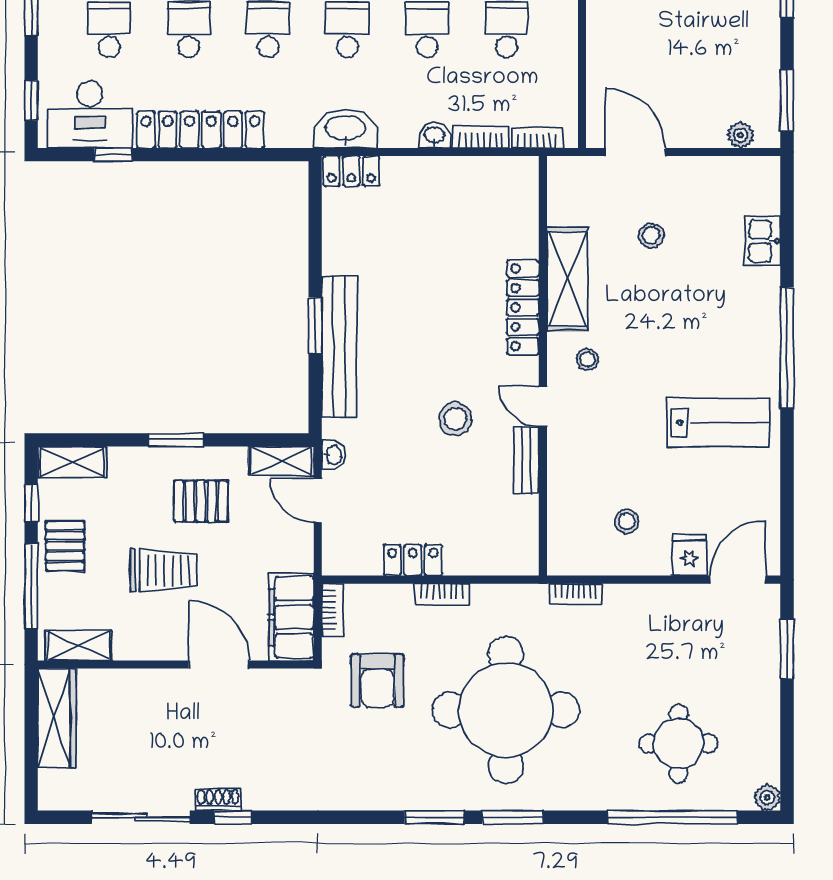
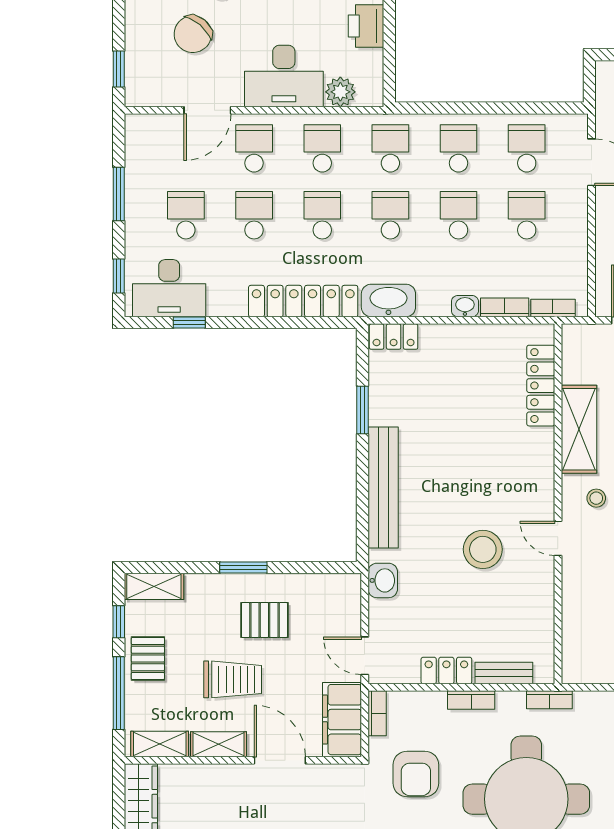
locker: (200, 130) -> (303, 301), moved
locker: (523, 307) -> (541, 386), moved
window: (315, 325) -> (362, 410), moved
stool: (455, 419) -> (483, 549), width x1.38, depth x1.38
washbasin: (333, 455) -> (383, 580), width x1.38, depth x1.45
bench: (526, 460) -> (504, 673), moved, turned 90
shelving: (281, 461) -> (218, 744), moved
door: (318, 500) -> (365, 656), moved
bookcase: (576, 594) -> (549, 700), moved

